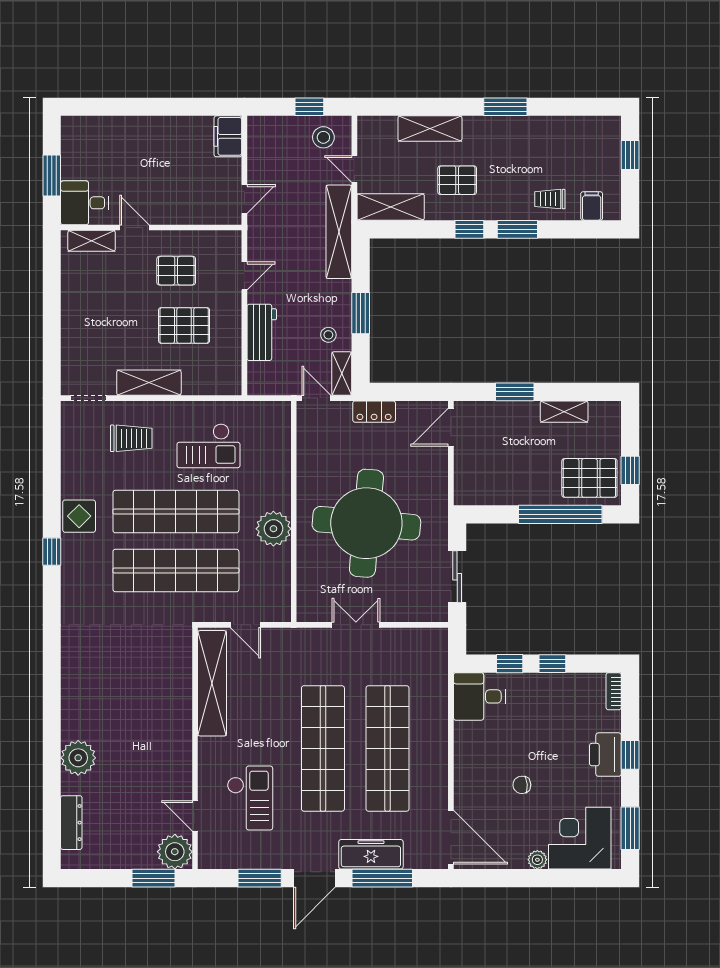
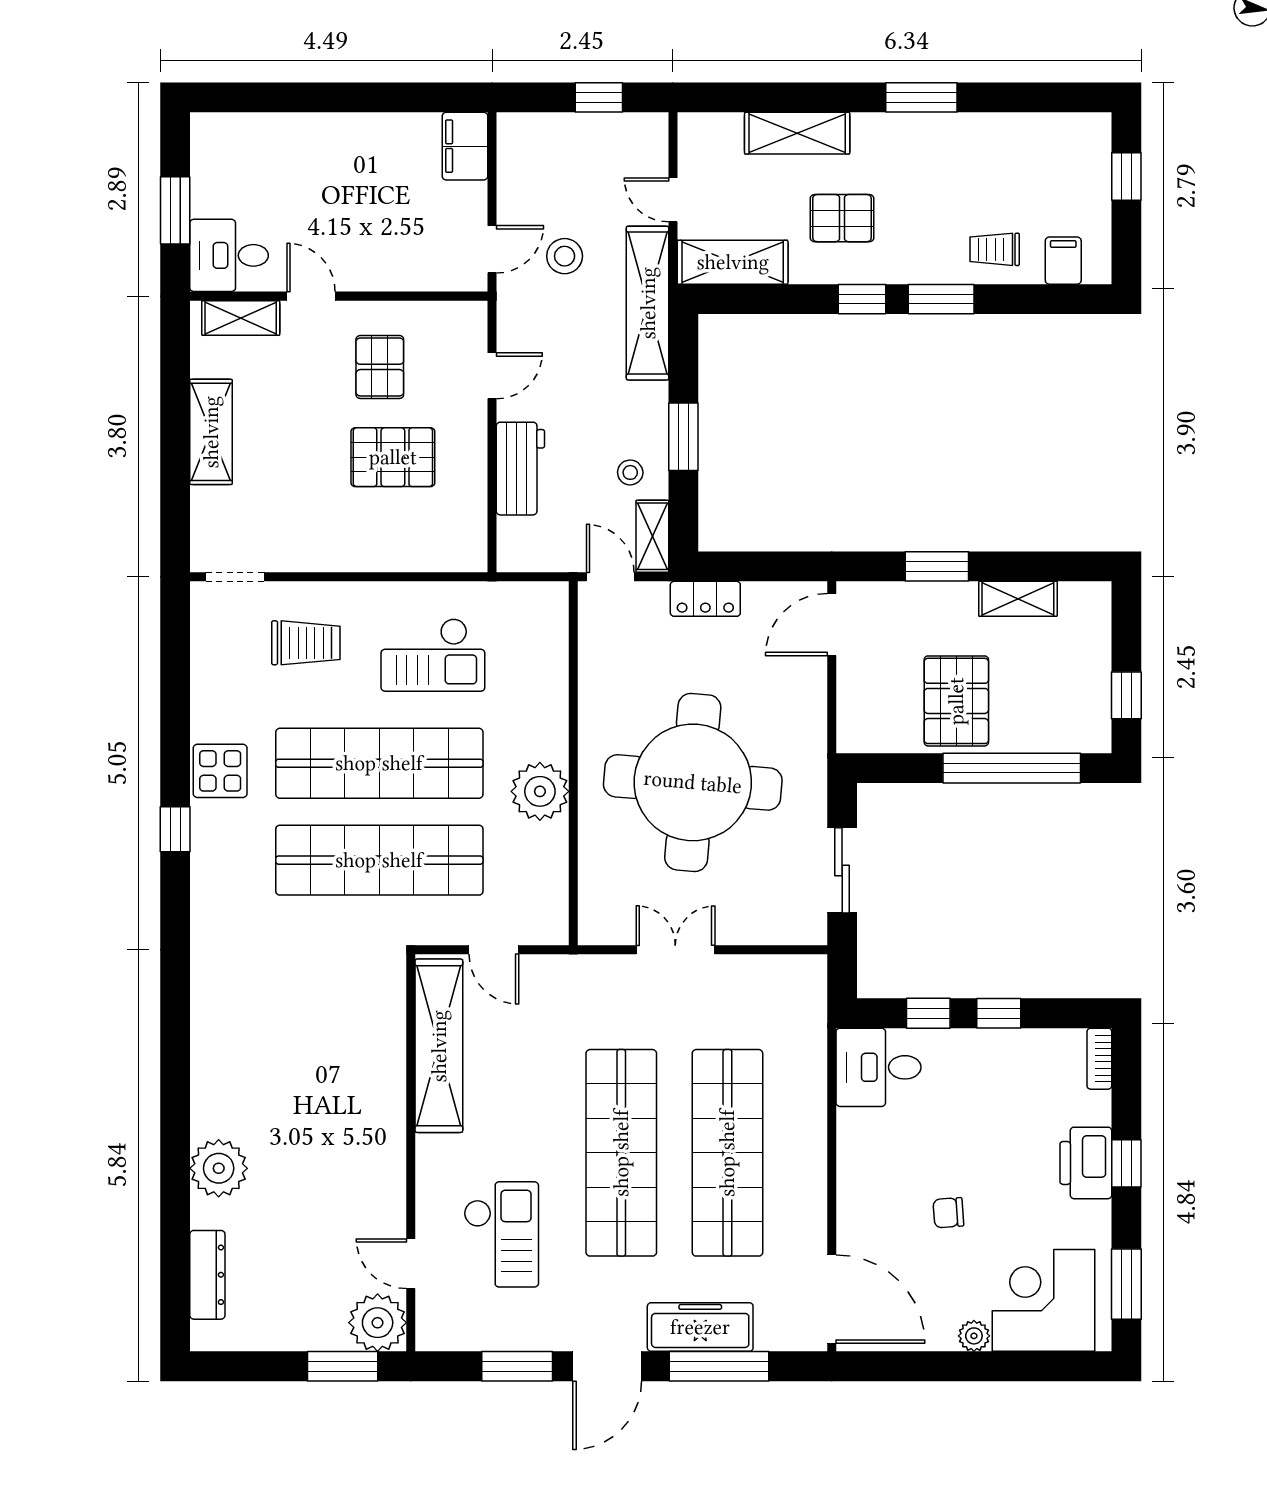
stool: (323, 137) -> (565, 256), moved
pallet: (176, 271) -> (380, 367), turned 90
shelving: (149, 383) -> (211, 432), moved, turned 90
pallet: (589, 478) -> (956, 701), moved, turned 90

